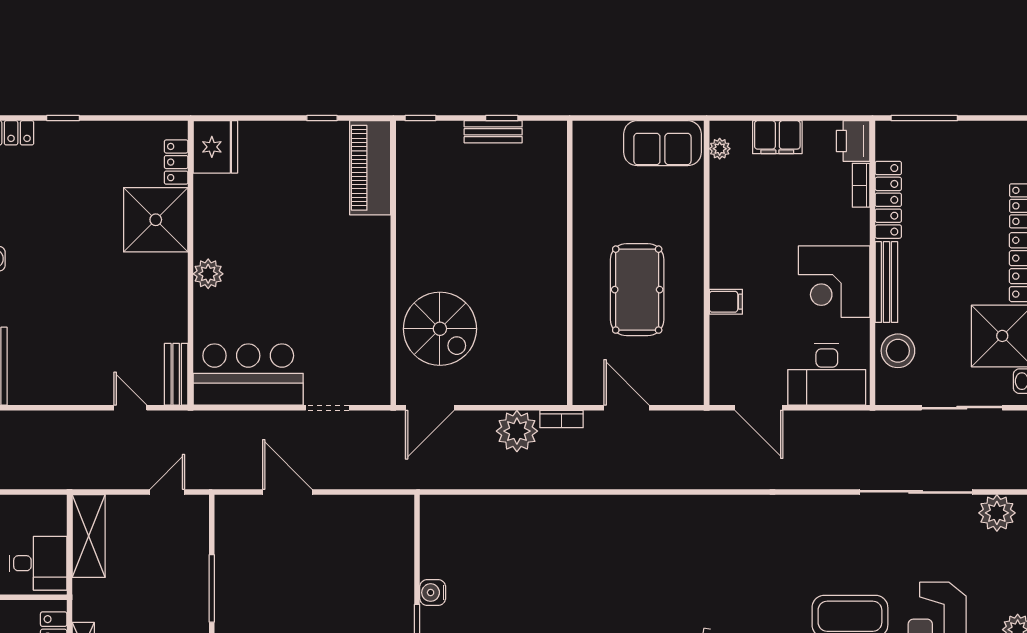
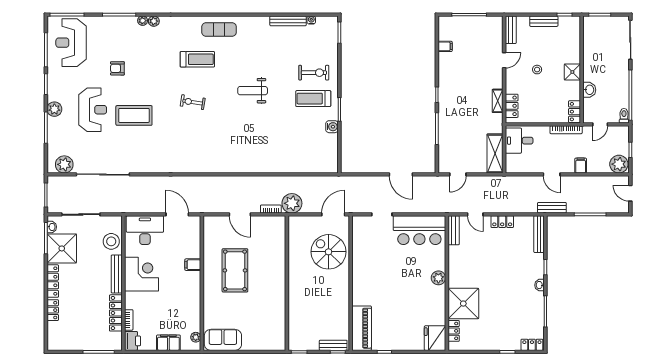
bench: (493, 132) -> (333, 345), moved
wall: (570, 263) -> (287, 283), moved
locker: (74, 392) -> (502, 222), added

